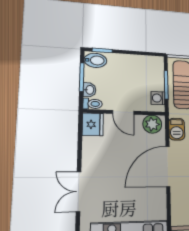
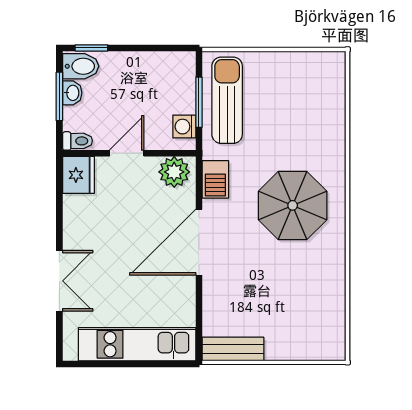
washbasin: (89, 90) -> (72, 93), moved
door: (123, 112) -> (127, 153), swing flipped
double door: (78, 192) -> (59, 281), swing flipped

